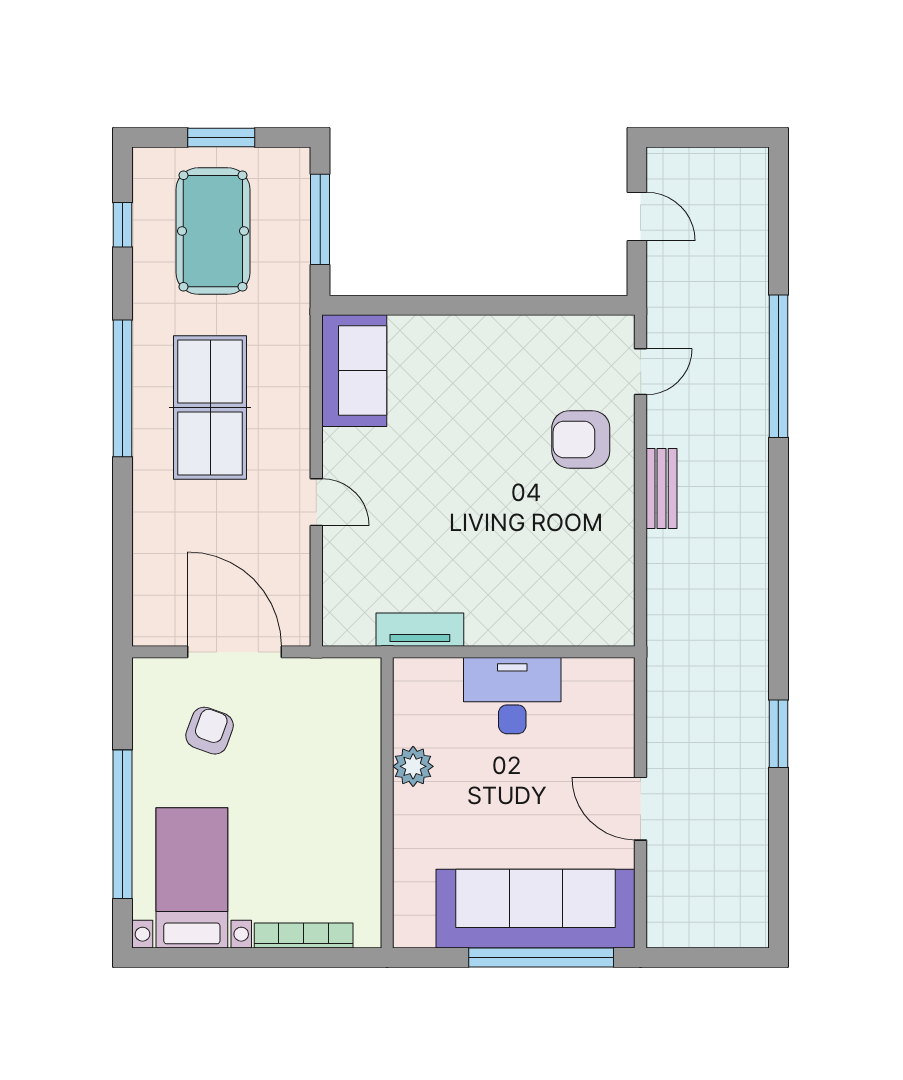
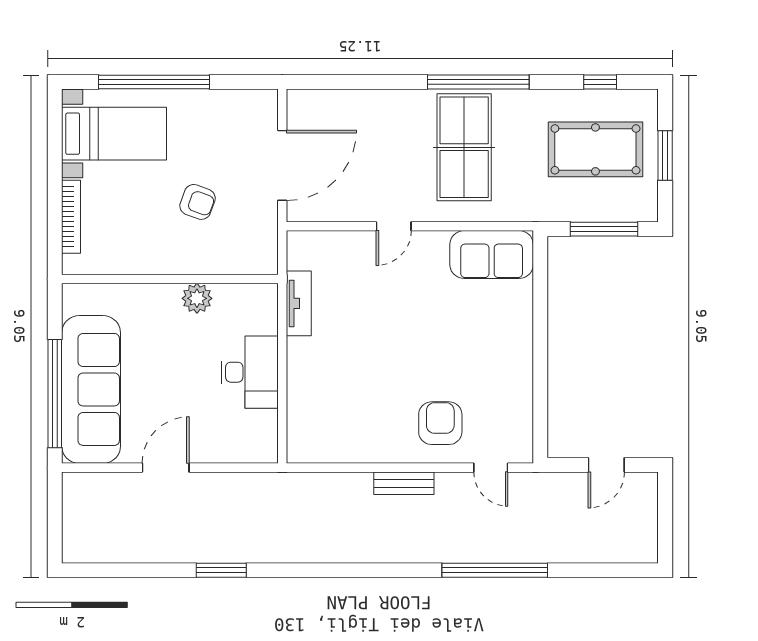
table tennis table: (210, 407) -> (464, 147), turned 90
armchair: (210, 731) -> (198, 202), moved

